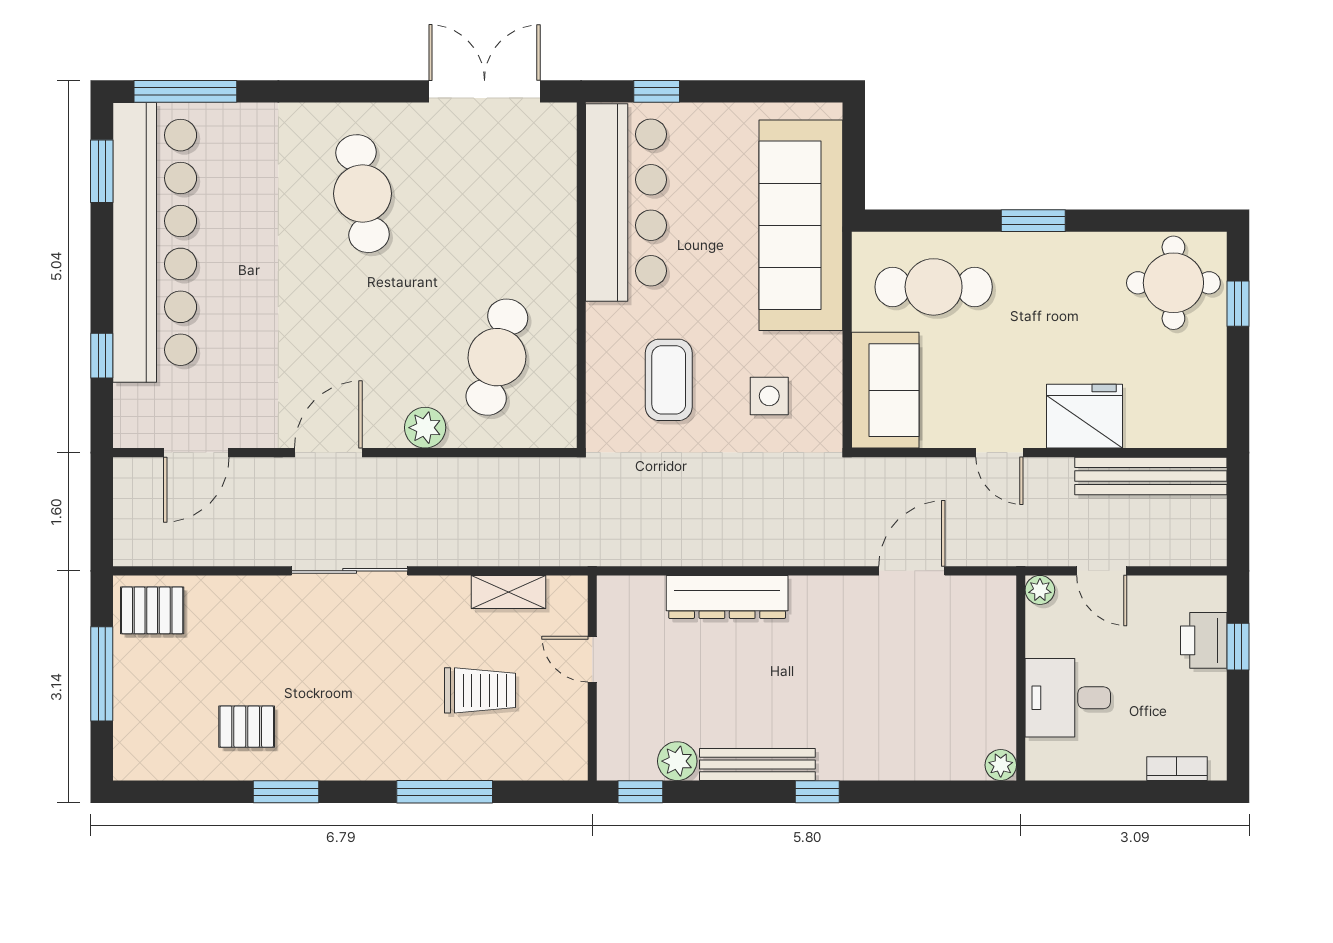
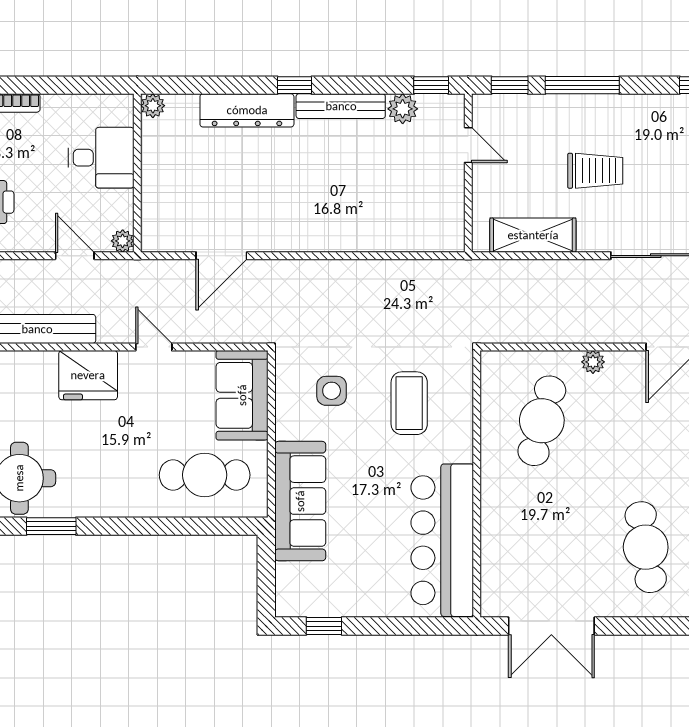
window: (657, 91) -> (324, 626), moved
window: (1033, 221) -> (51, 526), moved
sofa: (801, 225) -> (300, 501), width x0.74, depth x0.79
plant: (425, 428) -> (593, 362), width x0.73, depth x0.73
shelving: (509, 592) -> (533, 235), width x1.50, depth x1.33
dresser: (727, 597) -> (247, 110), moved, turned 180
door: (592, 659) -> (468, 145), moved
trolley: (480, 690) -> (595, 171), moved, turned 180
window: (539, 792) -> (510, 85), added

